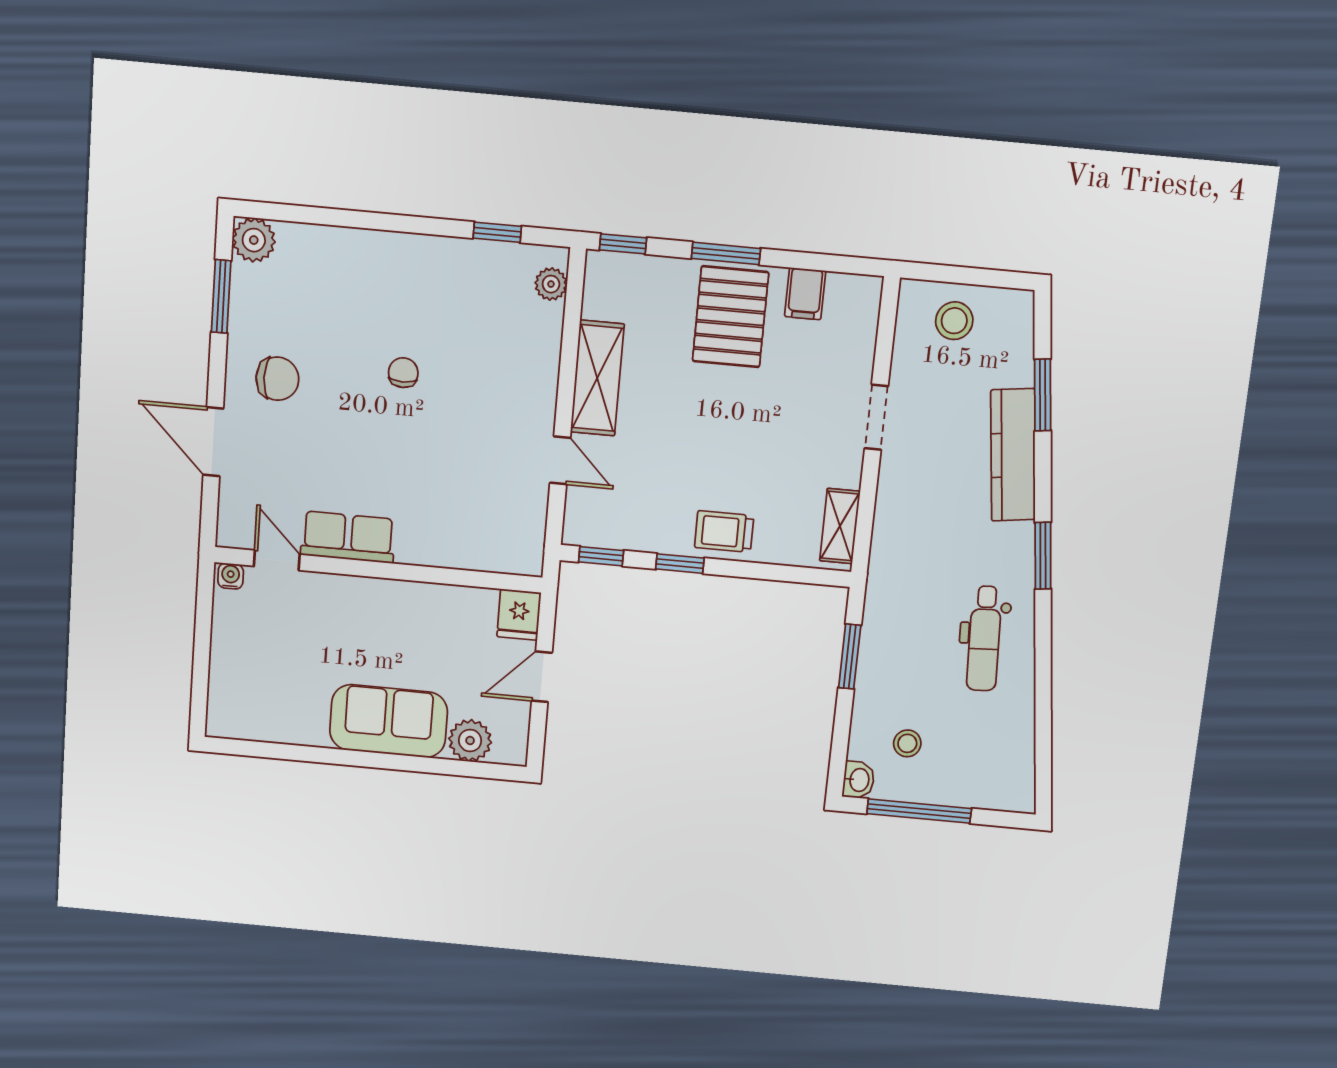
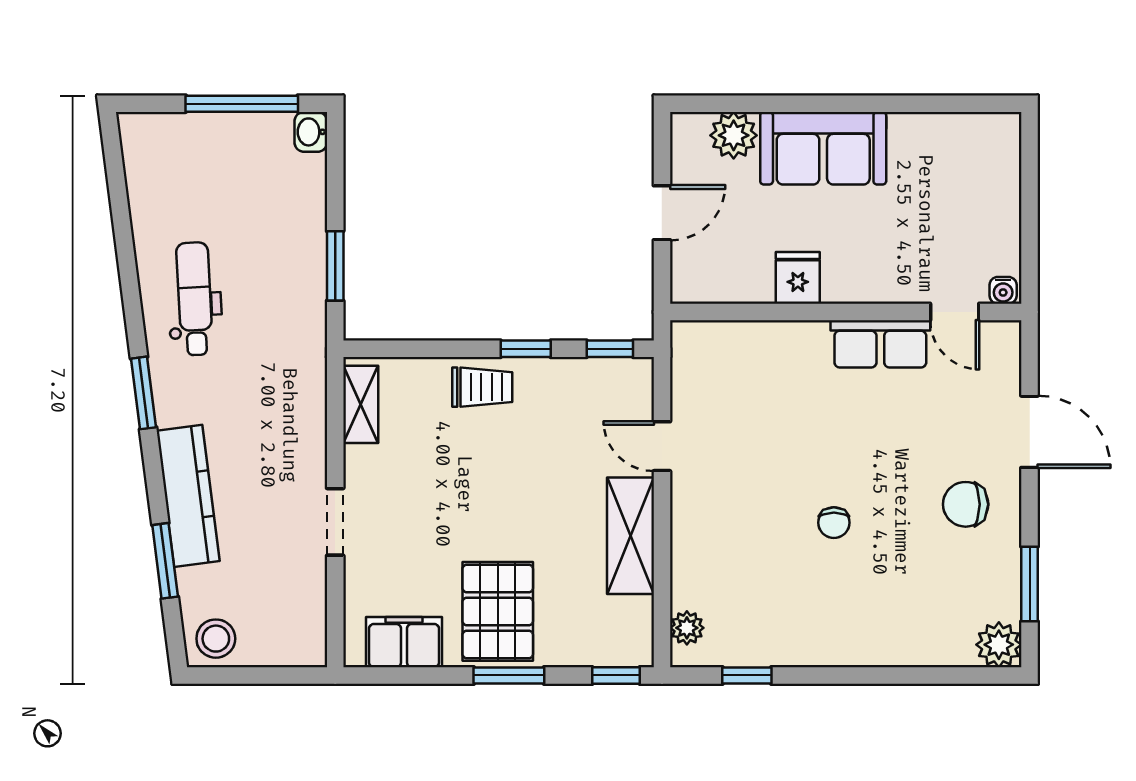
filing cabinet: (805, 294) -> (404, 642), width x2.00
stool: (954, 321) -> (216, 639), moved
fridge: (519, 615) -> (798, 278), moved
stool: (907, 743) -> (263, 177), removed

